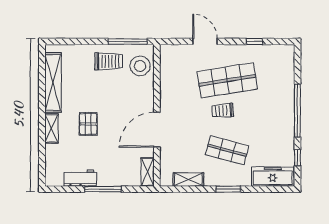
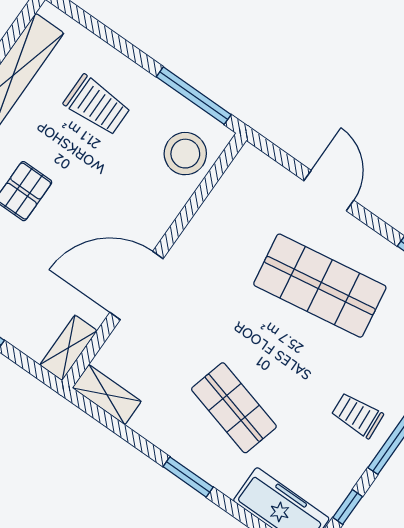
trolley: (109, 61) -> (97, 105), moved
trolley: (223, 111) -> (357, 415), moved
shelving: (188, 179) -> (107, 395), moved

